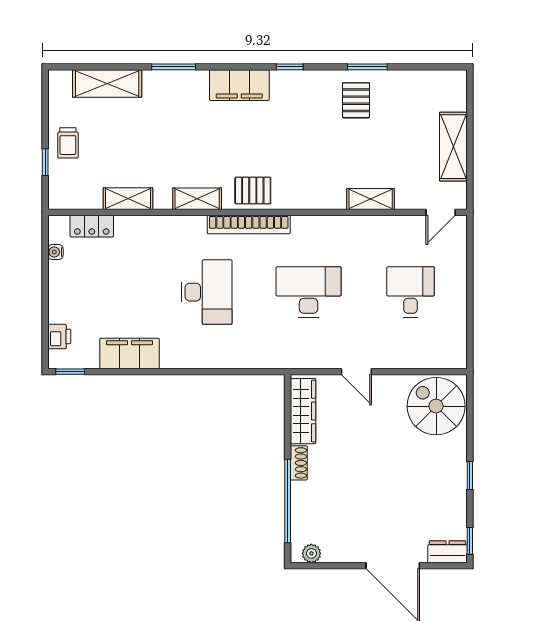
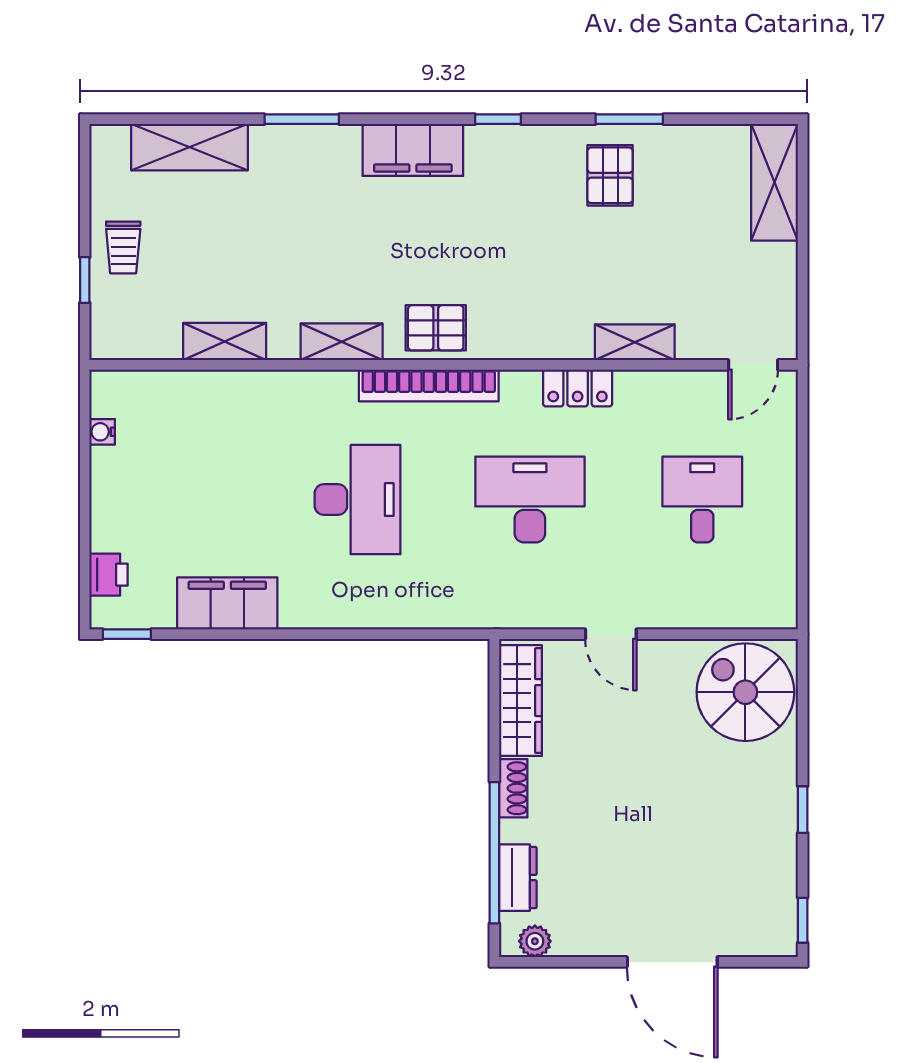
shelving: (453, 147) -> (775, 182), moved
locker: (92, 226) -> (578, 388), moved
dresser: (447, 552) -> (518, 878), moved, turned 90

